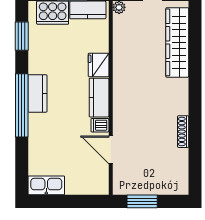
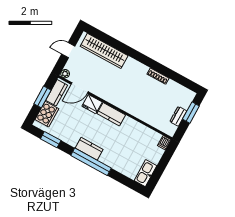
dishwasher: (100, 125) -> (164, 143), moved
door: (111, 150) -> (80, 88), moved
dresser: (145, 187) -> (178, 116), added
window: (142, 201) -> (191, 112), moved

